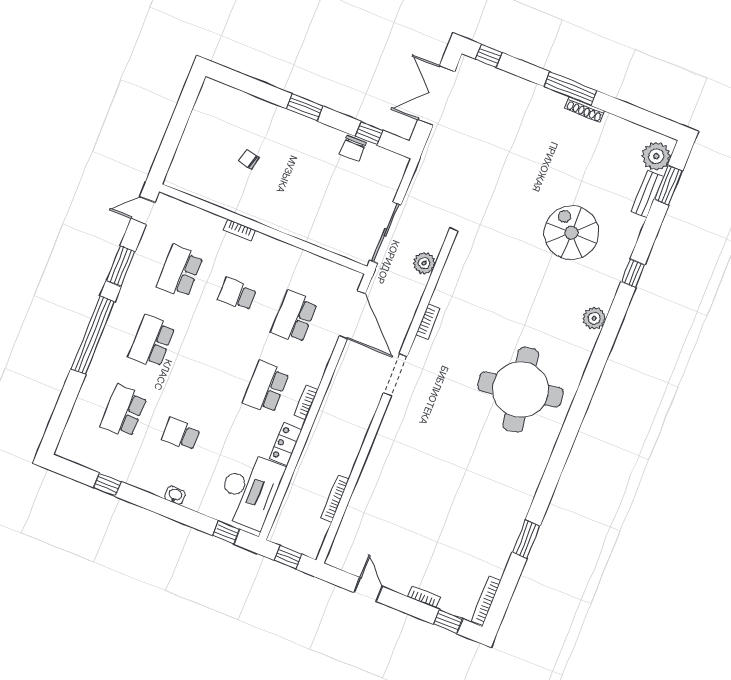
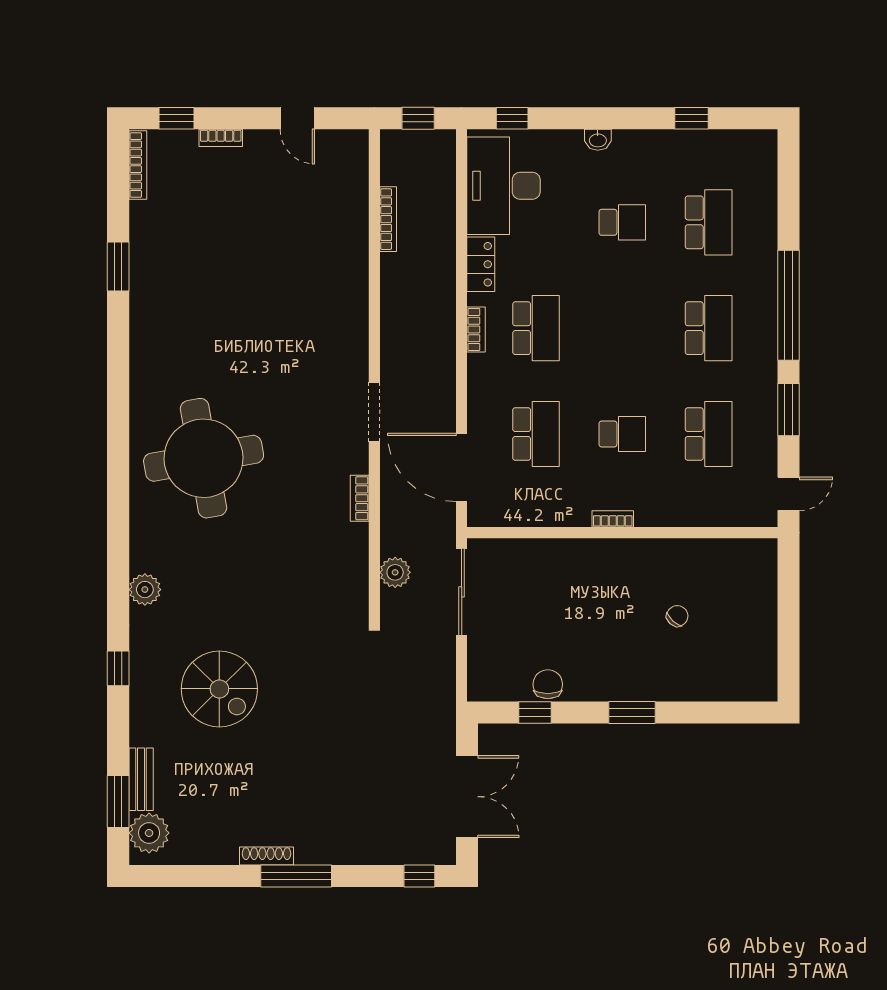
chair: (249, 159) -> (677, 616), turned -62
bookcase: (239, 230) -> (613, 519), moved

